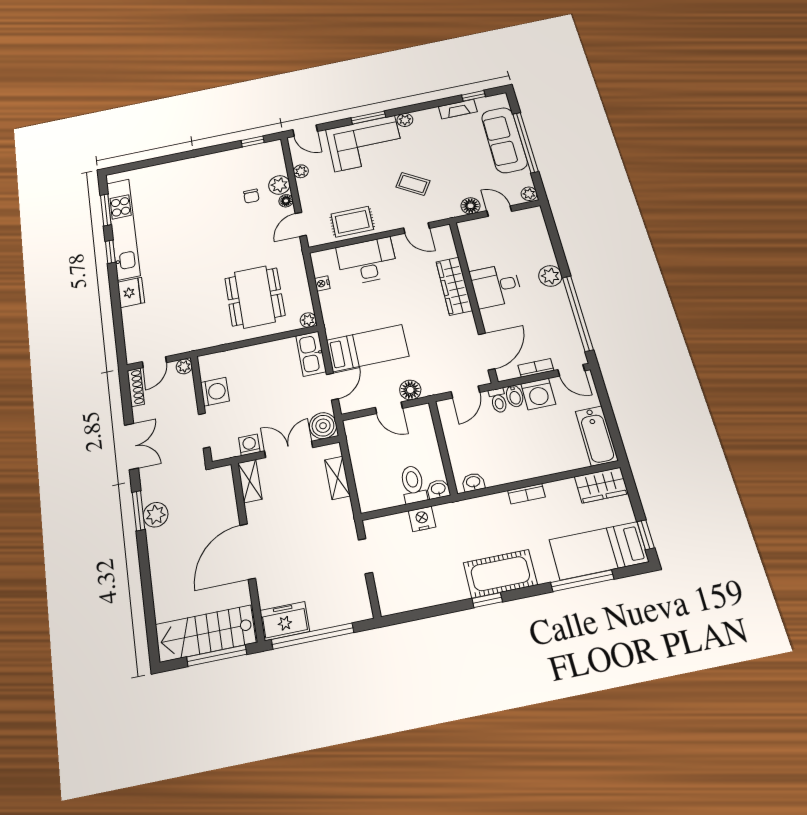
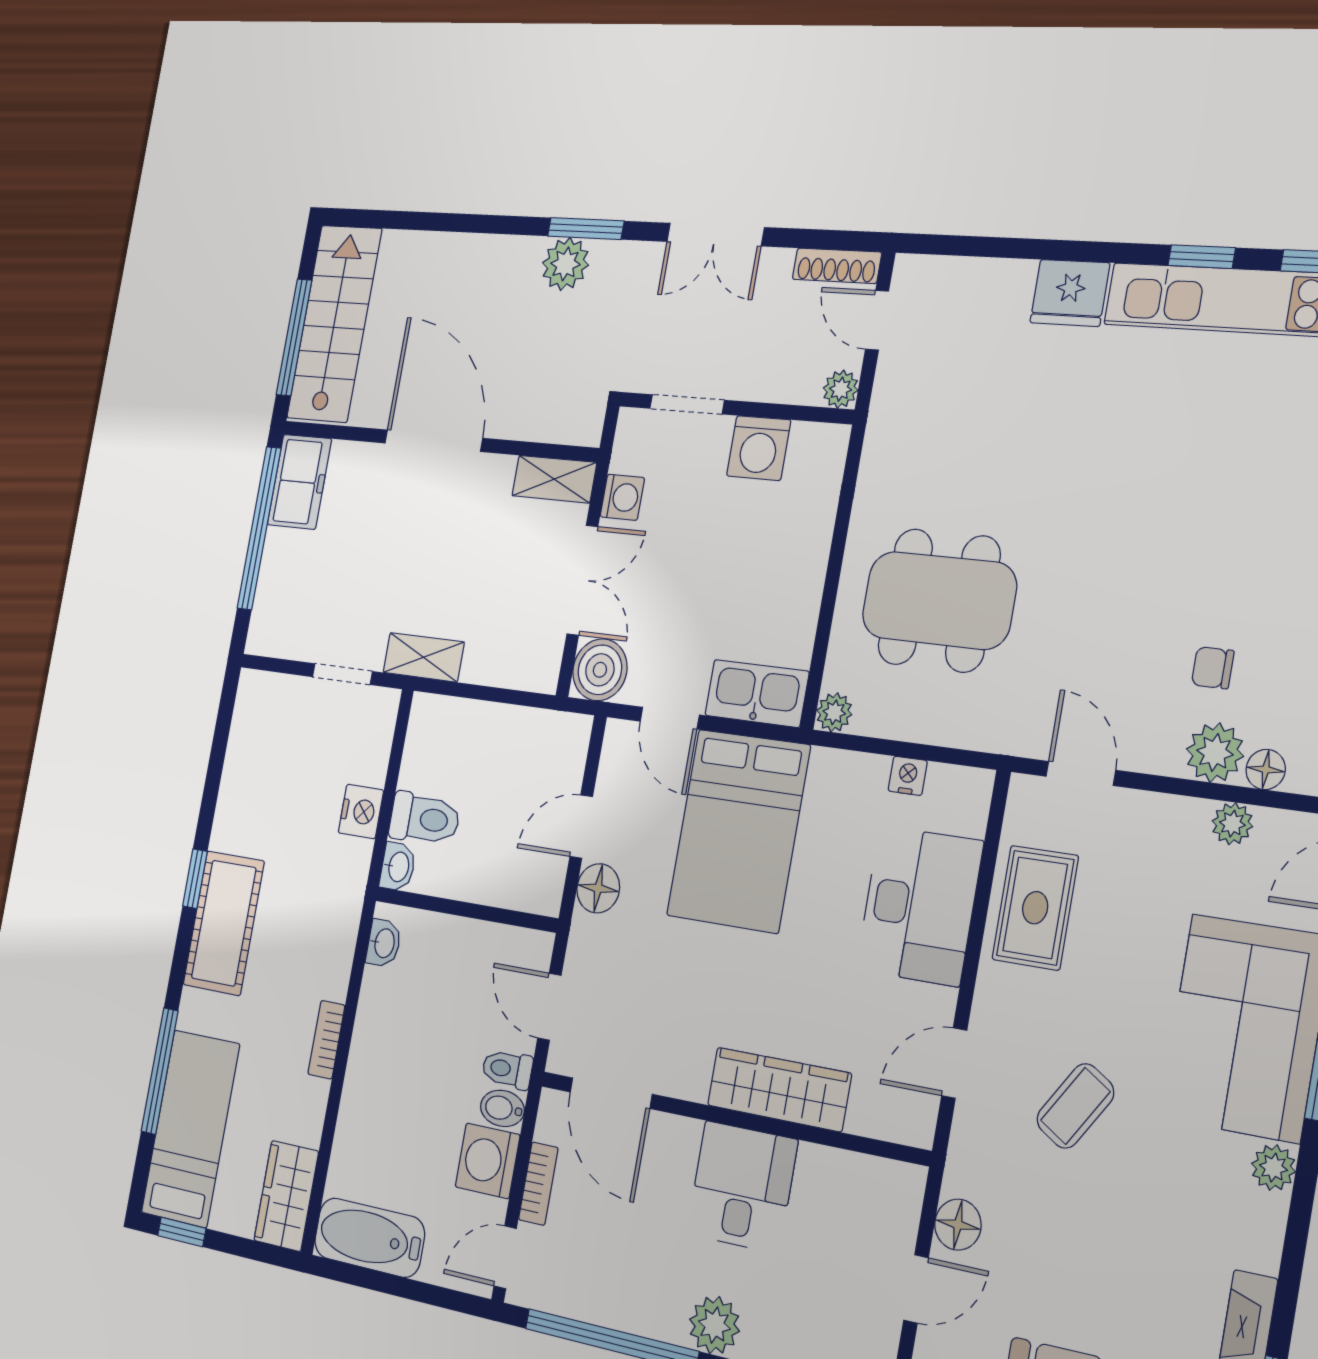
floor lamp: (286, 201) -> (1266, 769), moved
bed: (367, 348) -> (738, 831), width x1.50
shelving: (337, 478) -> (424, 657), moved

